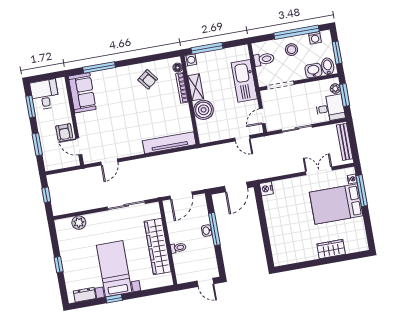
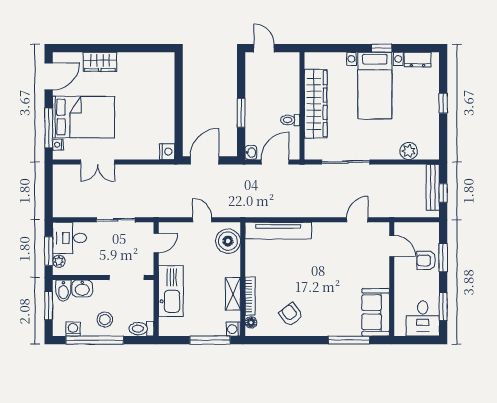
toilet: (264, 59) -> (141, 329), moved
boiler: (204, 110) -> (228, 241), moved
armchair: (64, 132) -> (426, 260), moved, turned -90
door: (242, 138) -> (202, 220), moved
bench: (345, 142) -> (433, 187), moved
window: (214, 229) -> (241, 113), width x0.69
washbasin: (207, 231) -> (251, 153), moved
door: (369, 231) -> (49, 76), added
toilet: (178, 248) -> (290, 120), moved

